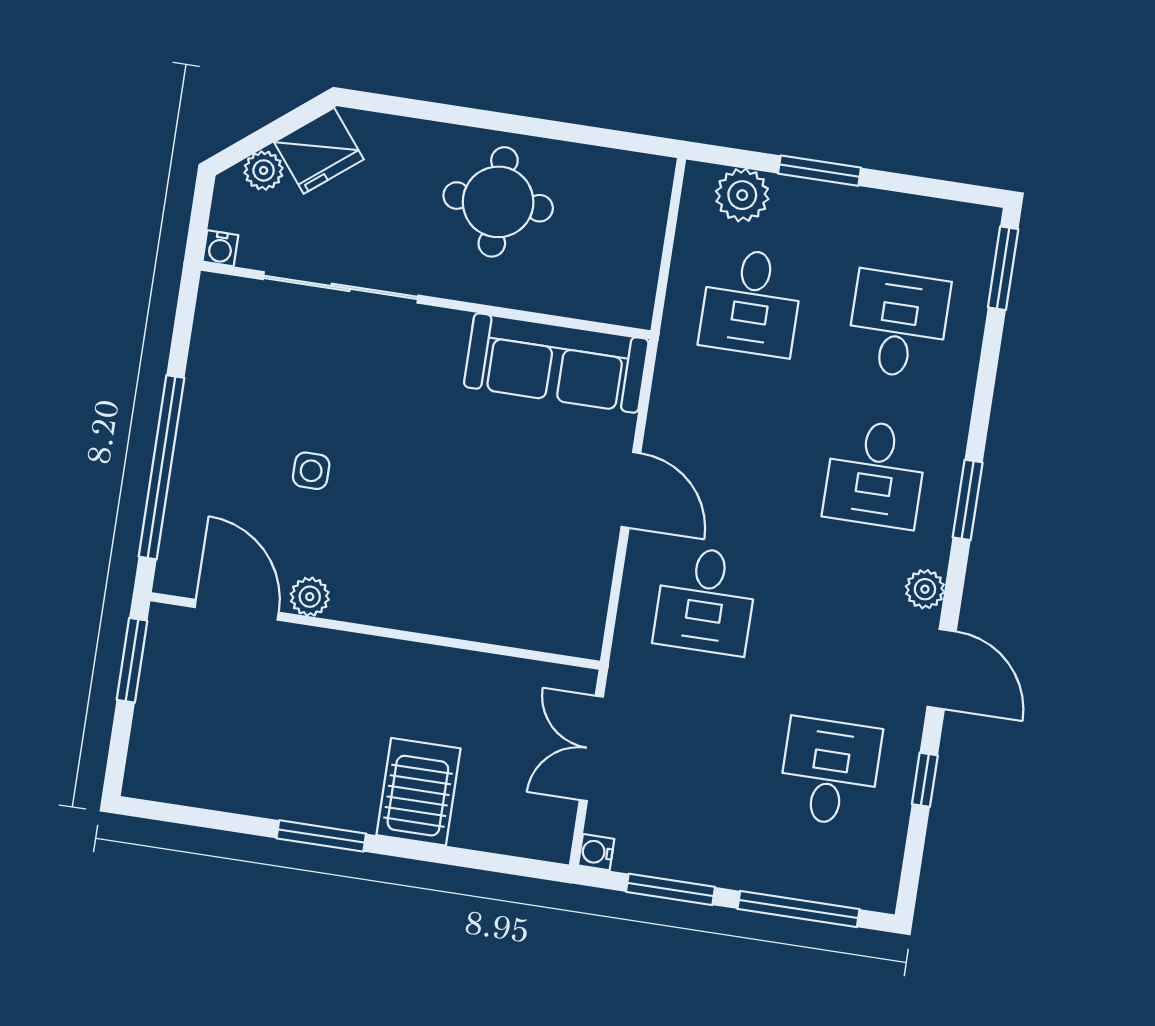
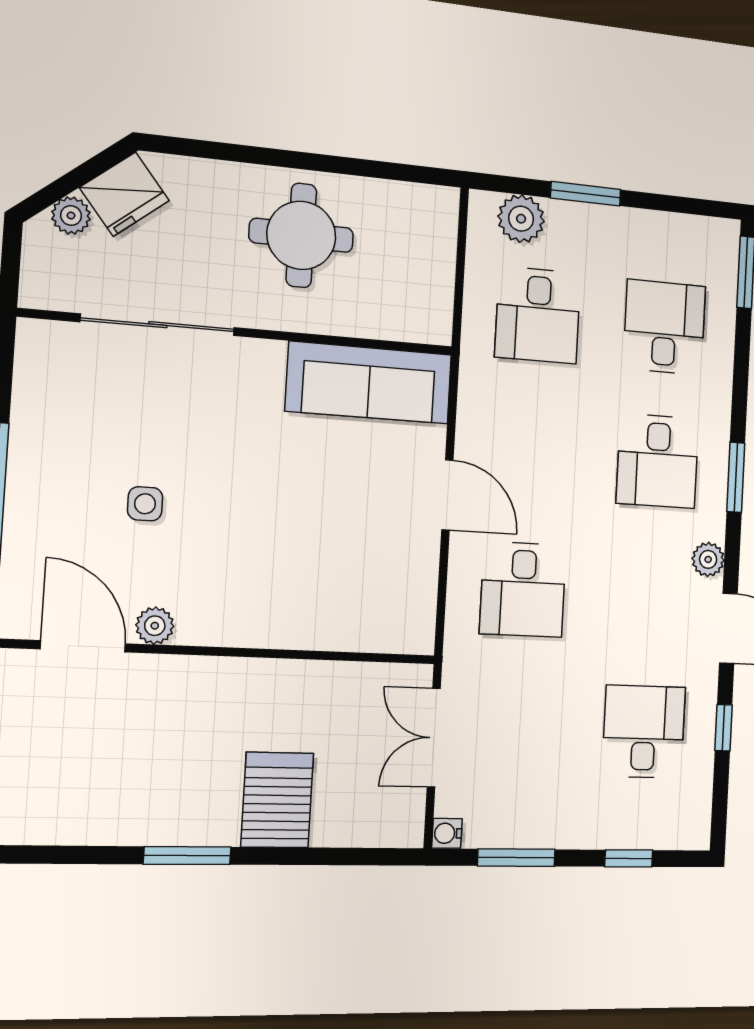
water cooler: (220, 248) -> (34, 294), removed
window: (799, 909) -> (629, 858), width x0.46

